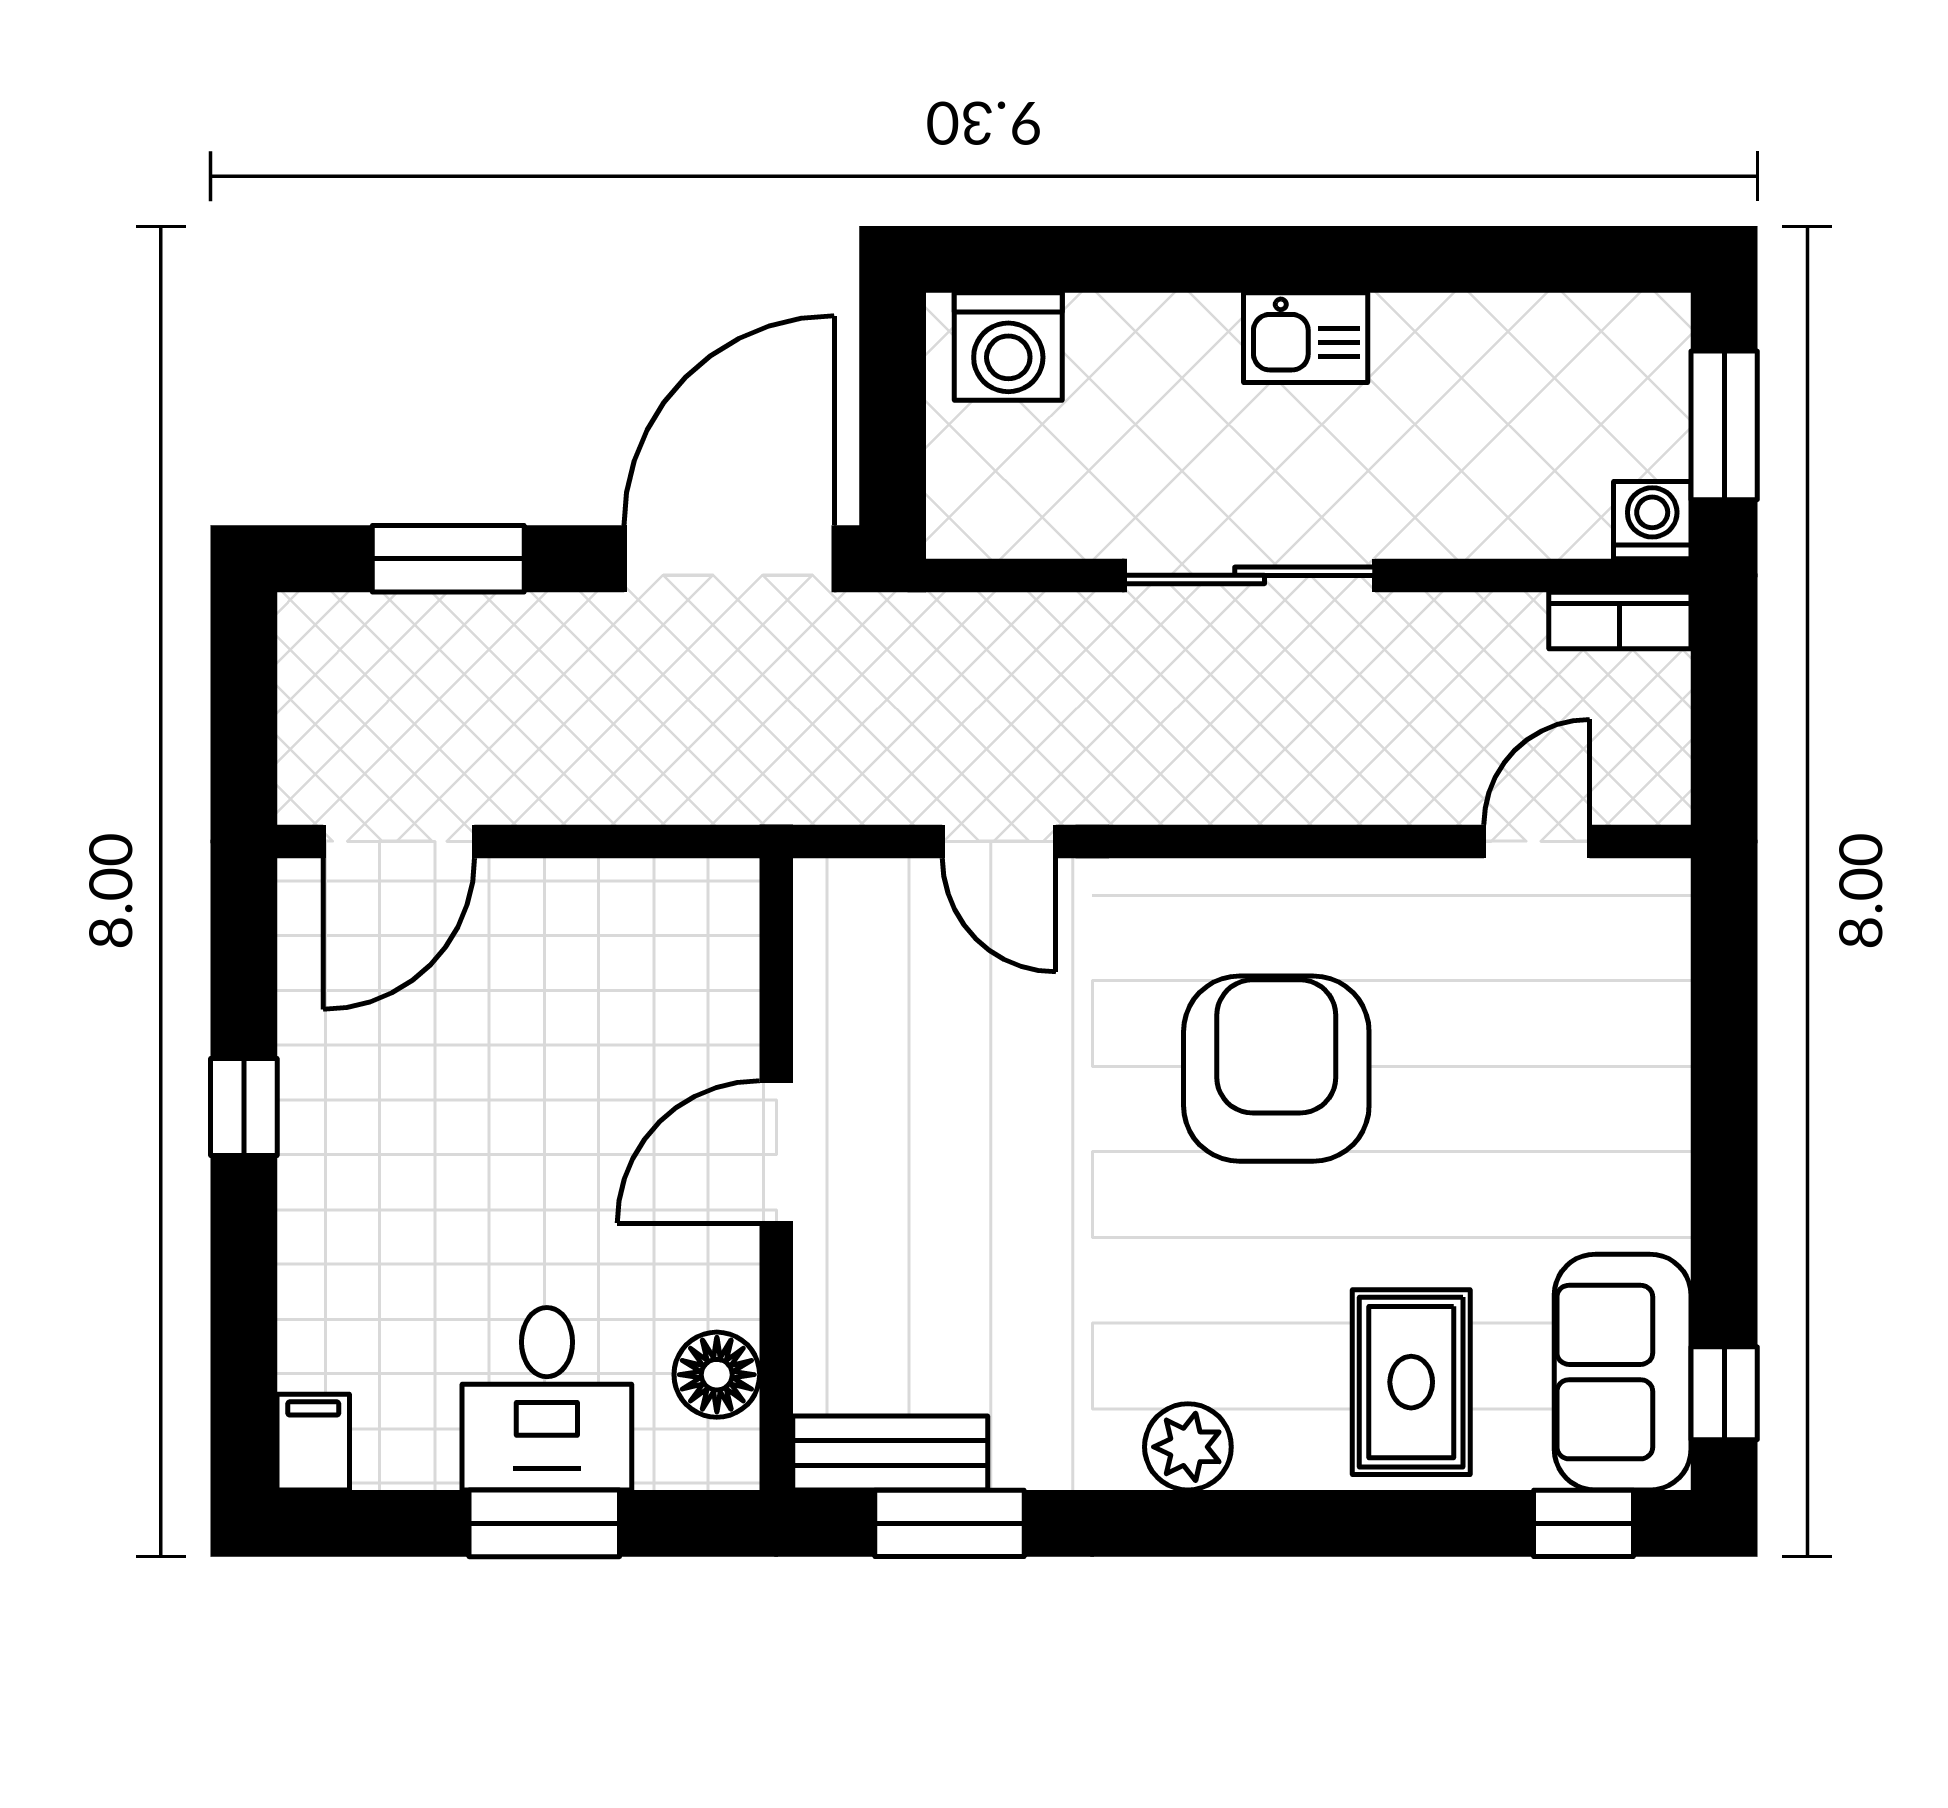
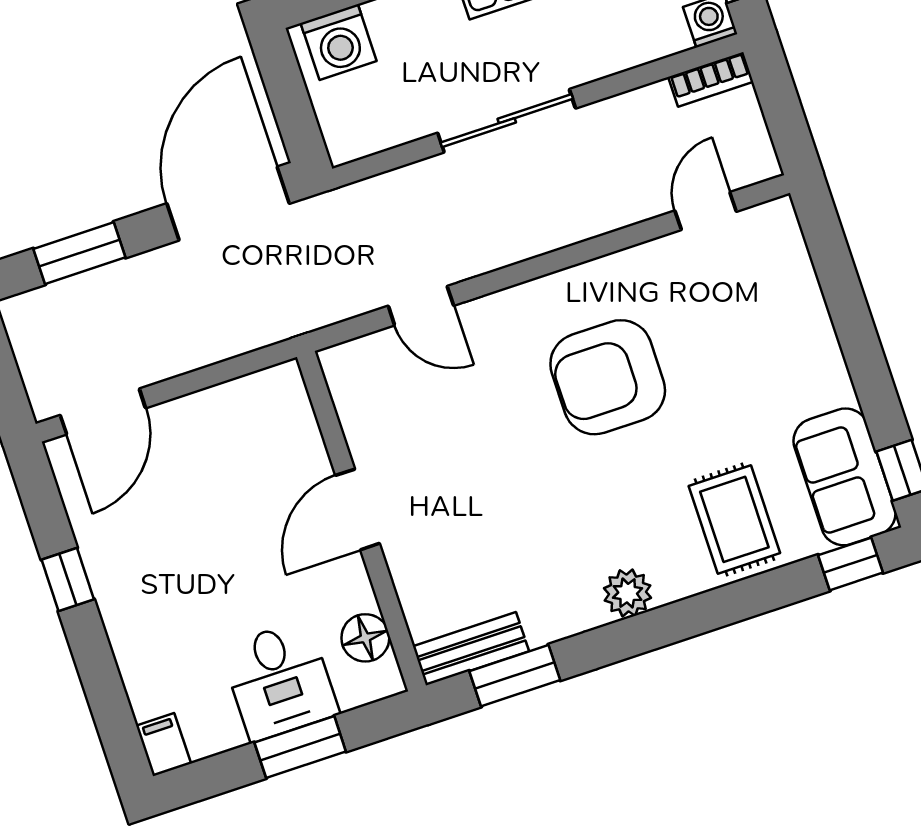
armchair: (1276, 1069) -> (608, 377), turned -90

